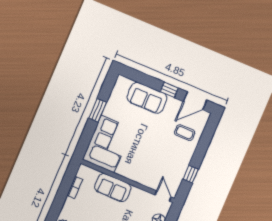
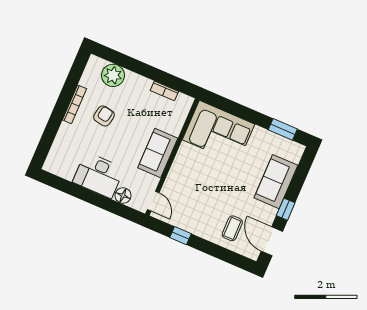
window: (98, 110) -> (283, 129), moved
sofa: (113, 188) -> (158, 153), moved
door: (163, 196) -> (153, 201), hinge flipped

